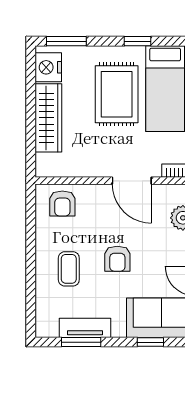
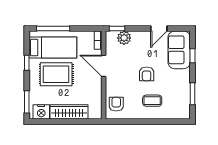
door: (132, 181) -> (104, 66), swing flipped
armchair: (62, 204) -> (116, 104), turned -90
armchair: (117, 259) -> (147, 74), turned 90
tv unit: (85, 328) -> (185, 92), removed

